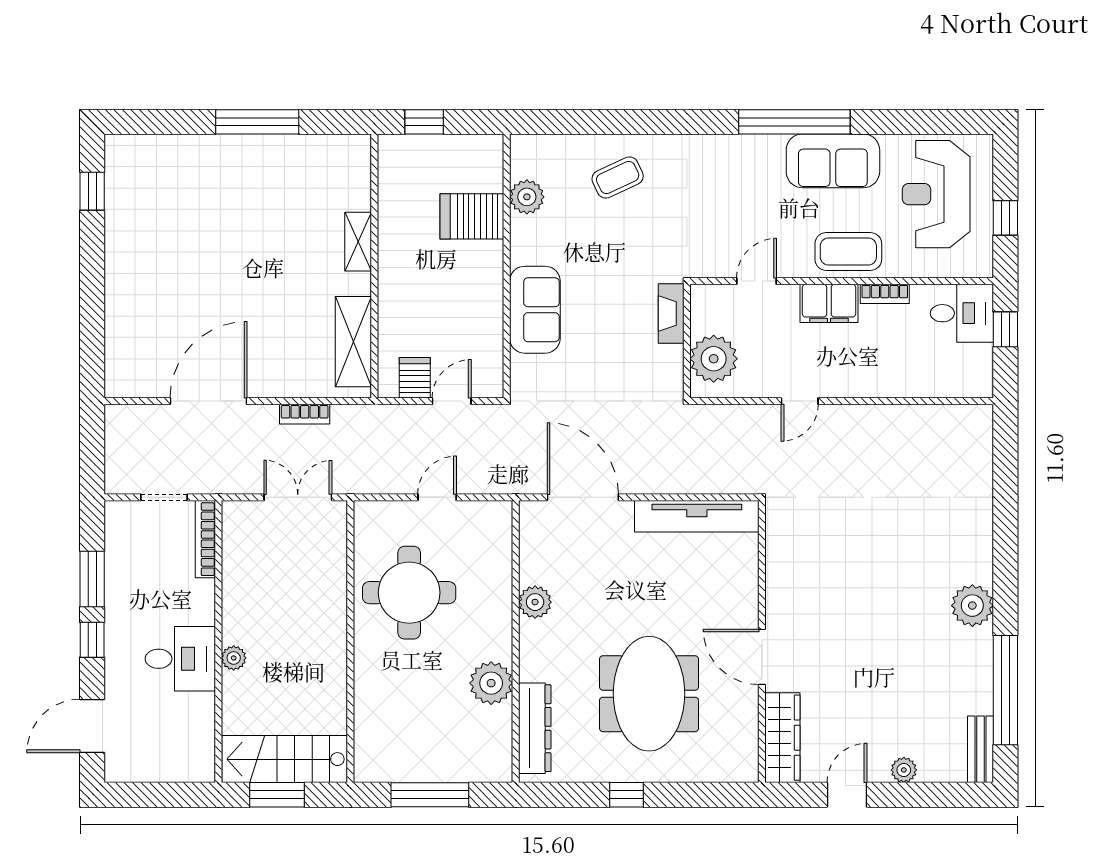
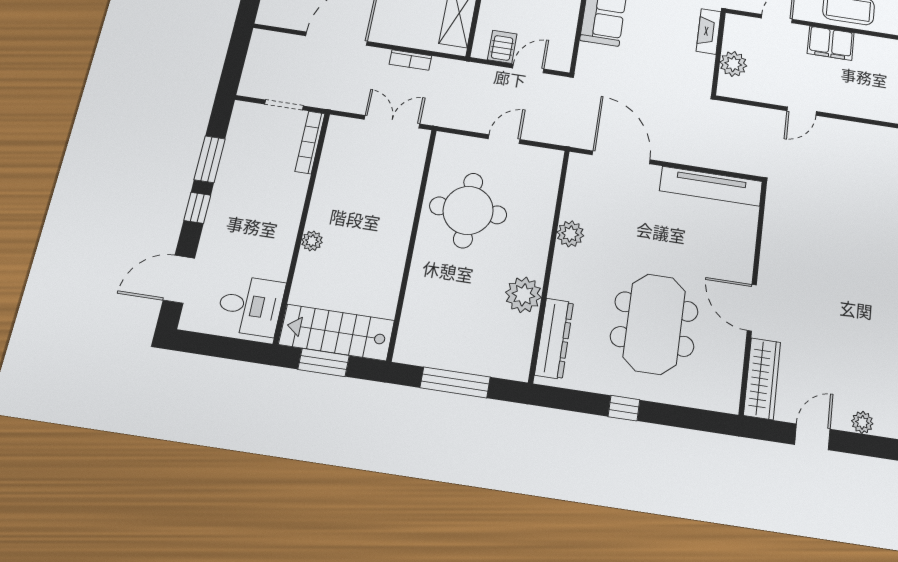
bookcase: (885, 294) -> (874, 43), removed
plant: (714, 359) -> (733, 64), width x0.73, depth x0.73
desk: (180, 659) -> (250, 306), moved

